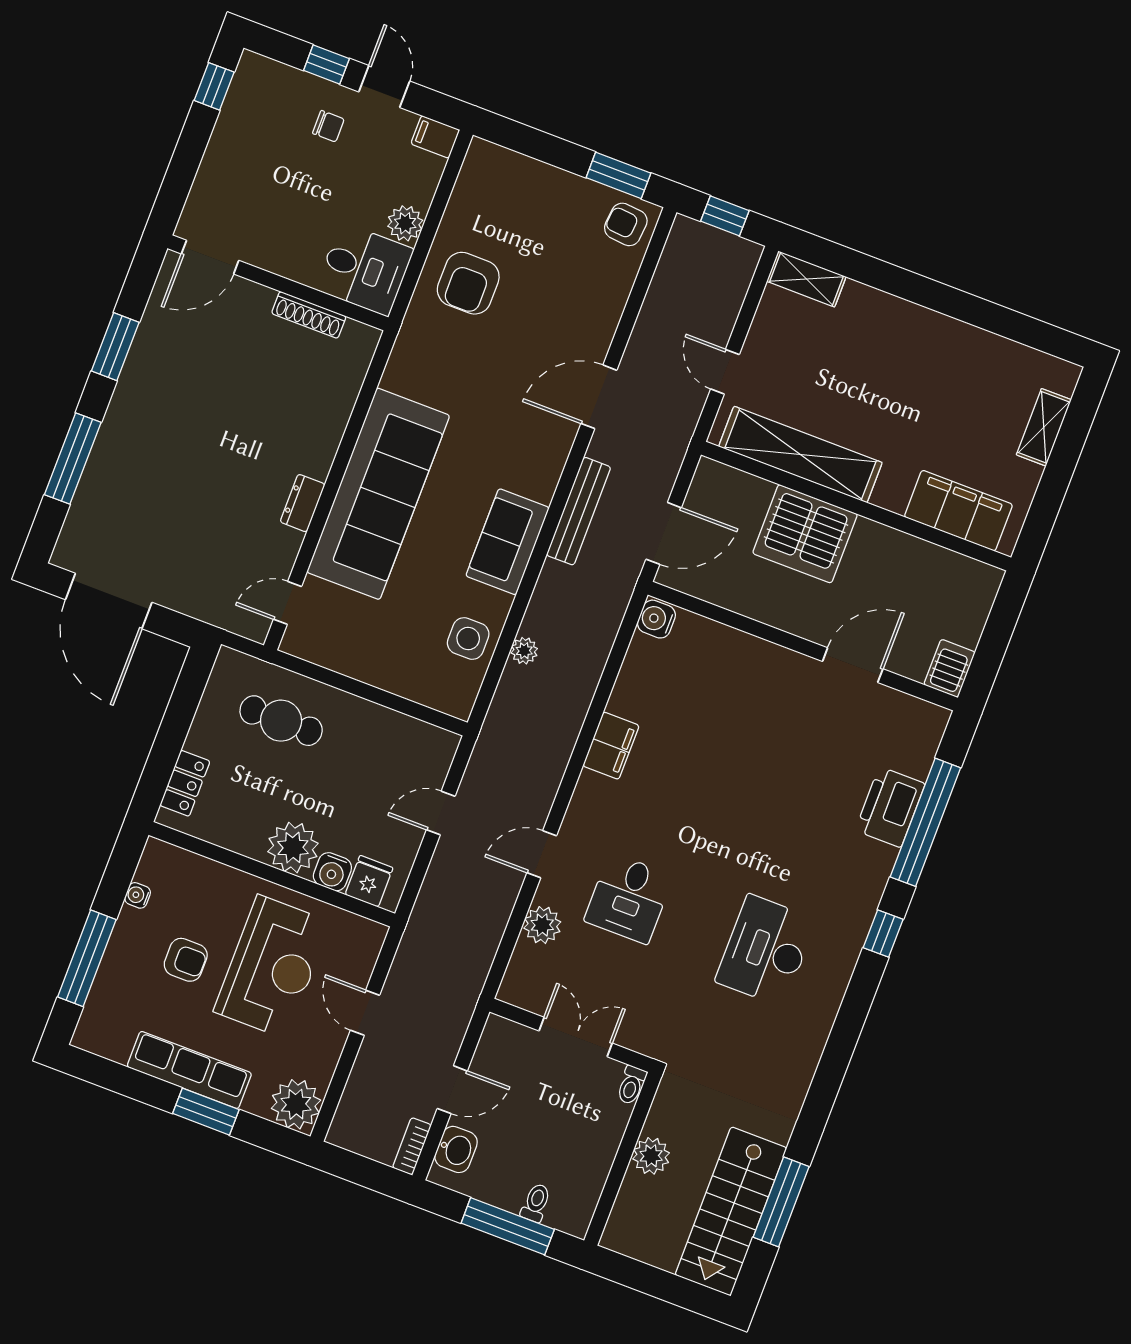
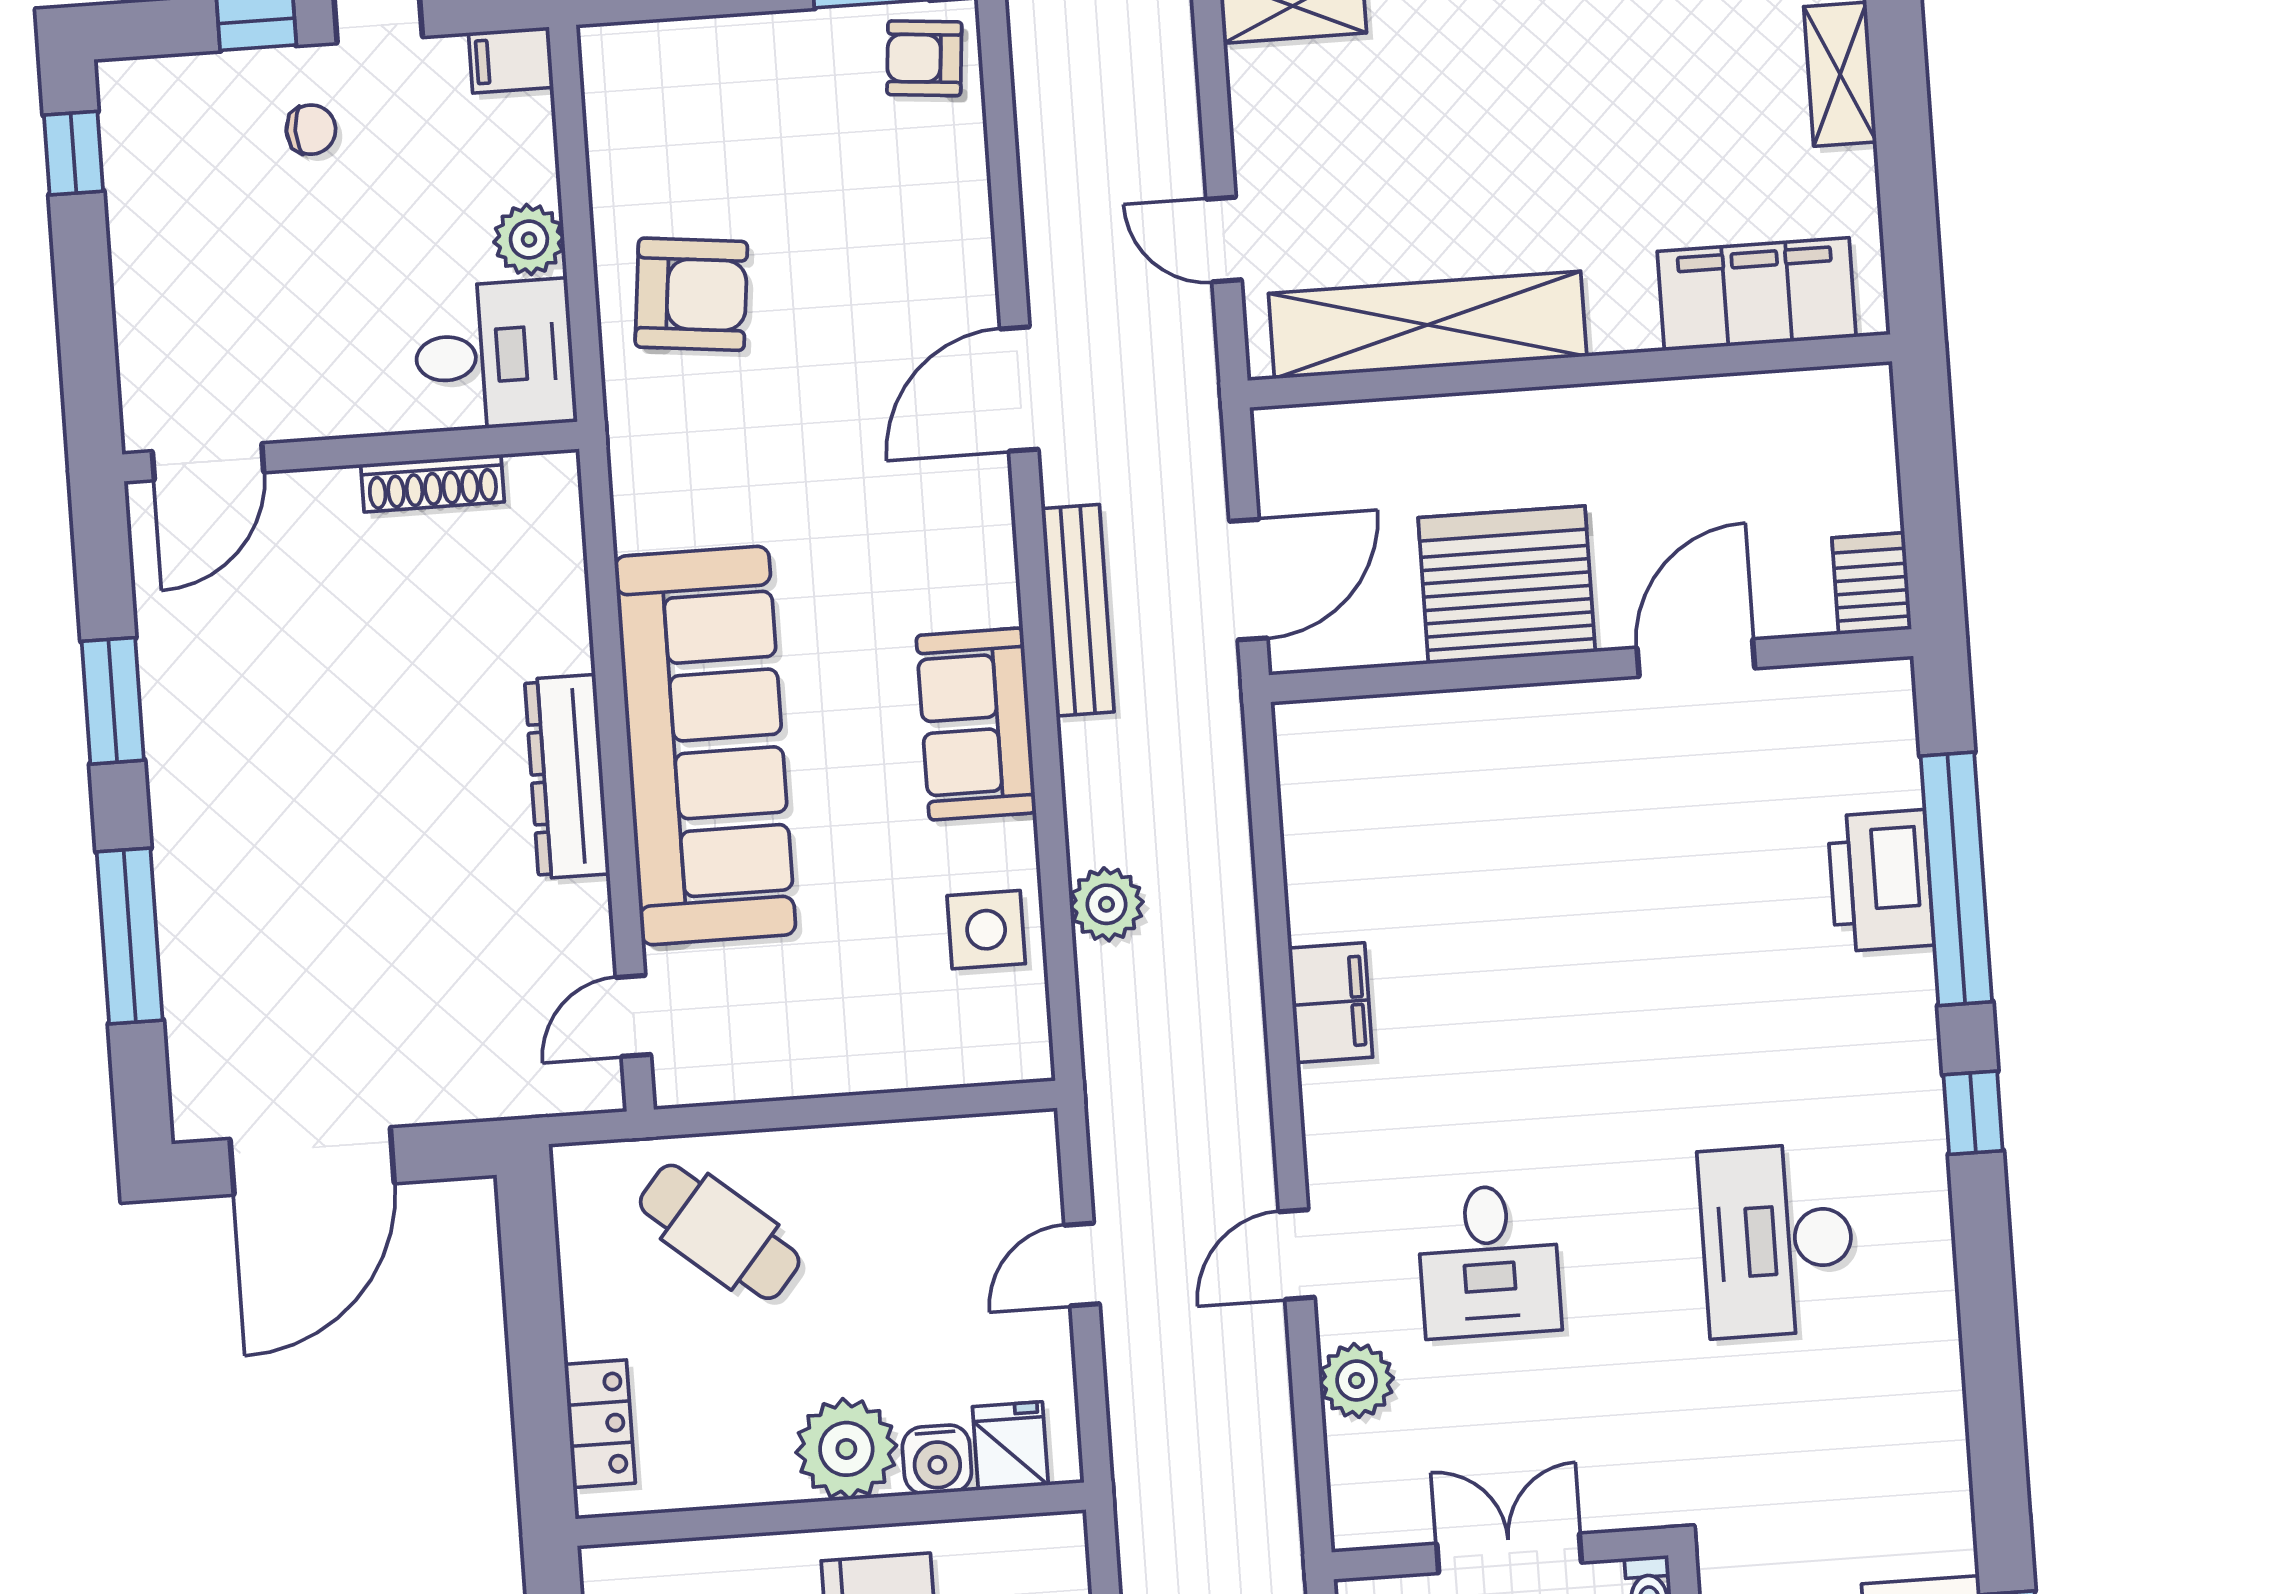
armchair: (468, 283) -> (691, 294), turned -84
dresser: (303, 503) -> (567, 777), width x1.96, depth x1.24
server rack: (805, 534) -> (1507, 585), moved, turned 180
door: (109, 601) -> (312, 1161), hinge flipped
water cooler: (656, 619) -> (1307, 739), removed
plant: (524, 651) -> (1107, 904), width x1.38, depth x1.38
cafe table: (281, 721) -> (720, 1232), turned 40

